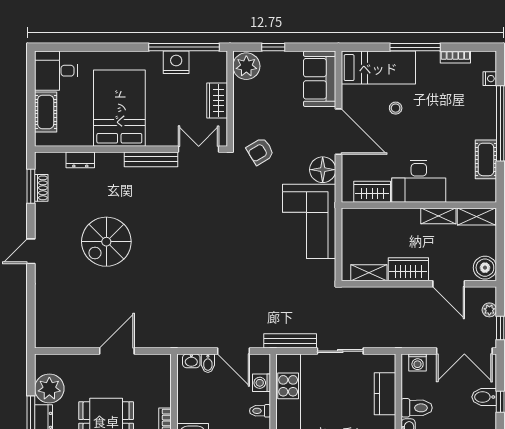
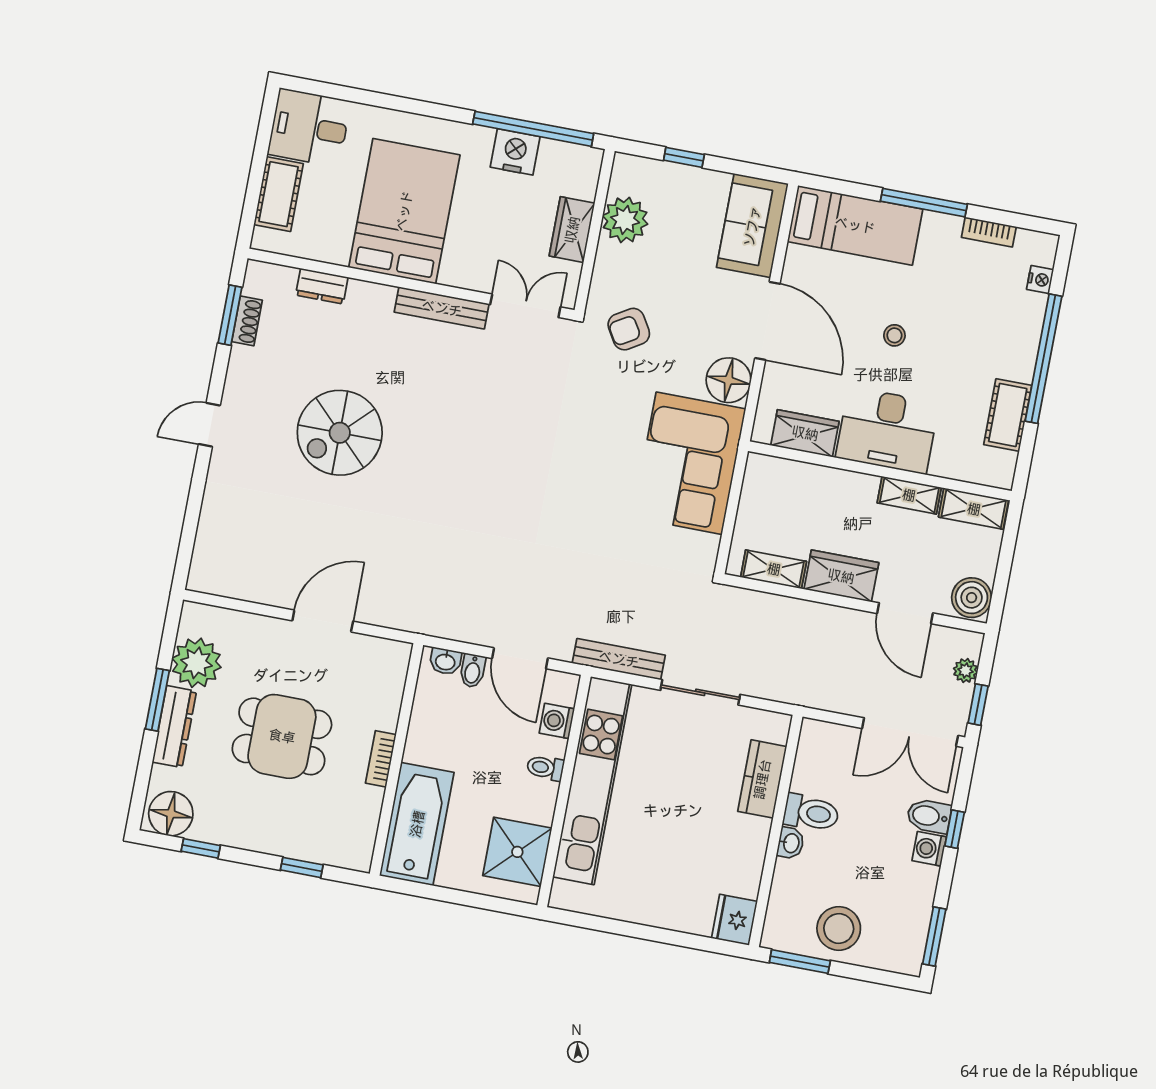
plant: (246, 66) -> (625, 220), moved
stool: (396, 108) -> (894, 335), moved
washing machine: (418, 362) -> (929, 849), moved, turned 90

